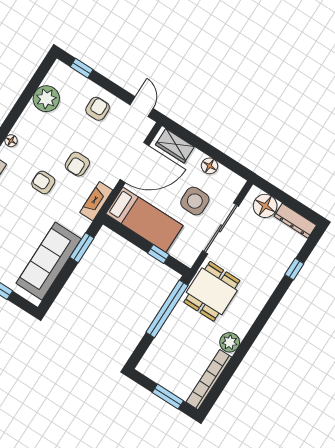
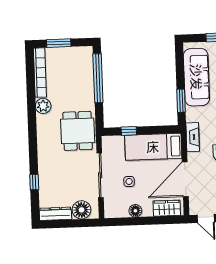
side table: (195, 201) -> (129, 181), width x0.54, depth x0.54
window: (167, 309) -> (98, 78), moved

